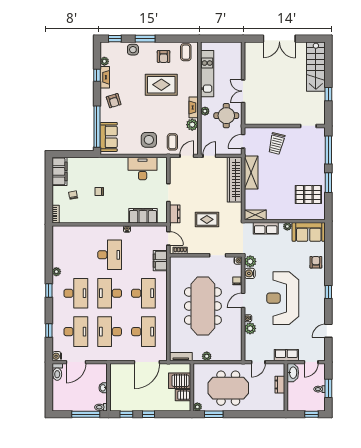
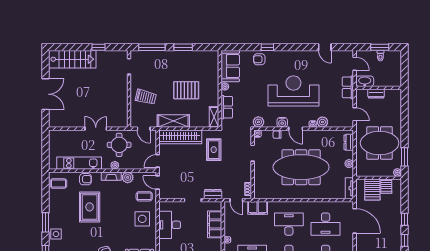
armchair: (164, 56) -> (85, 179), moved
double door: (243, 91) -> (96, 129), swing flipped
door: (209, 156) -> (158, 161), hinge flipped
pallet: (308, 195) -> (186, 90), moved, turned 90
rug: (207, 219) -> (214, 150), moved
door: (168, 238) -> (236, 200), swing flipped
water cooler: (250, 273) -> (282, 122), moved
window: (328, 292) -> (267, 47), moved
reception desk: (283, 298) -> (293, 91), turned 180
desk: (143, 332) -> (326, 224), turned 180
dresser: (229, 356) -> (349, 142), added
meeting table: (228, 388) -> (380, 143), turned 90
window: (311, 414) -> (404, 63), removed

